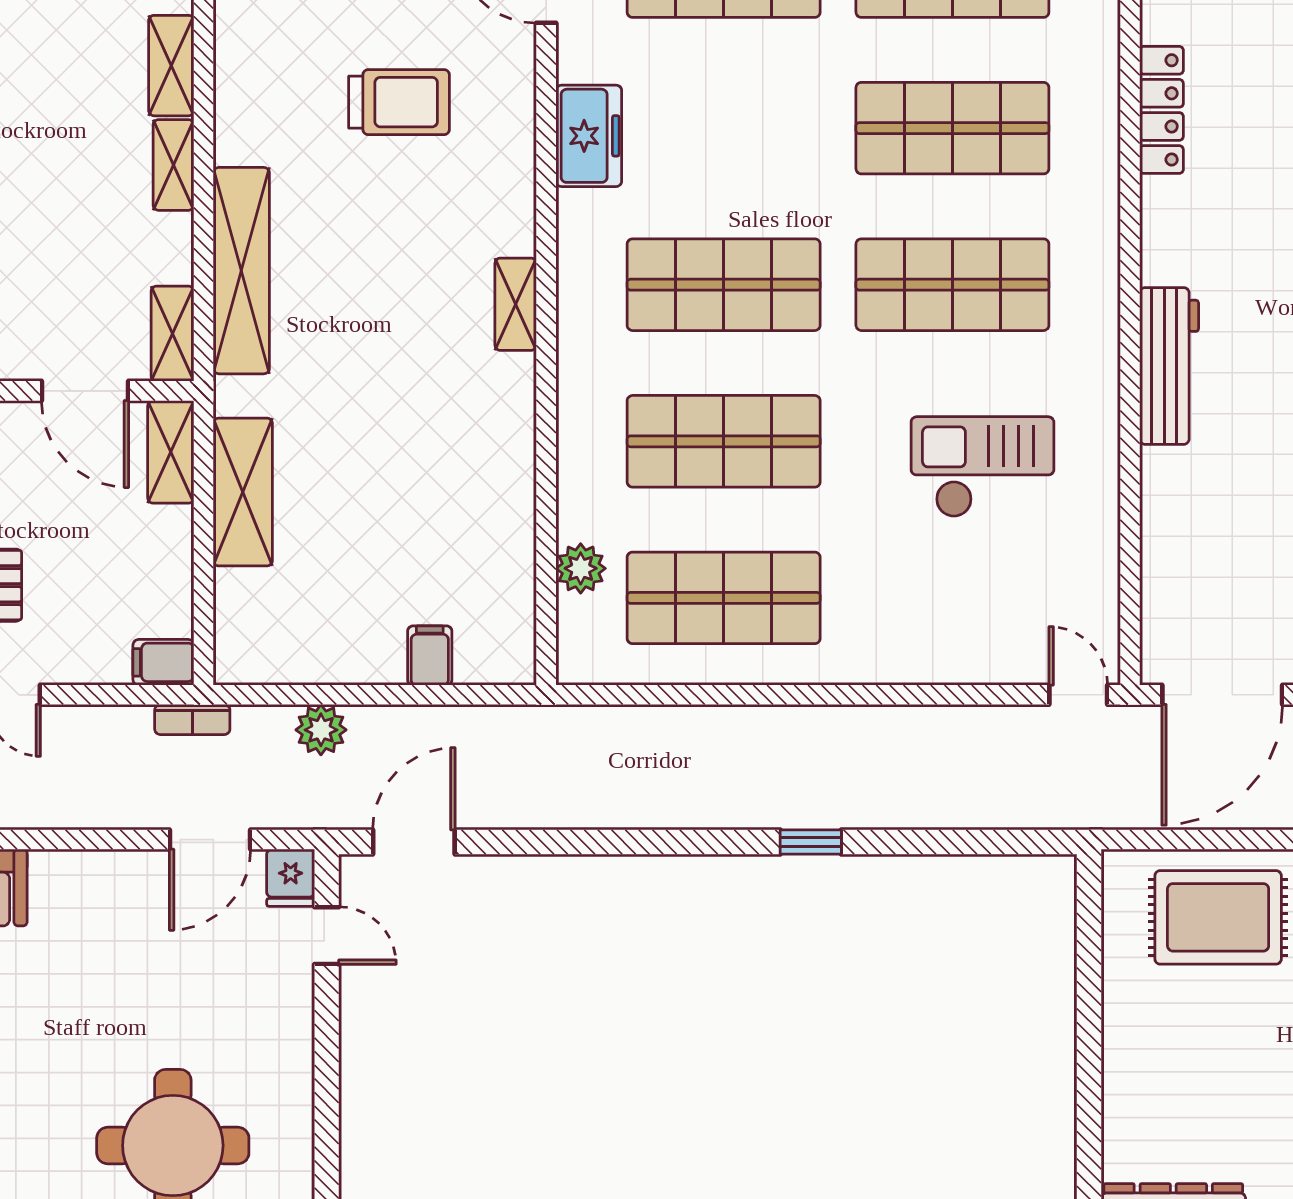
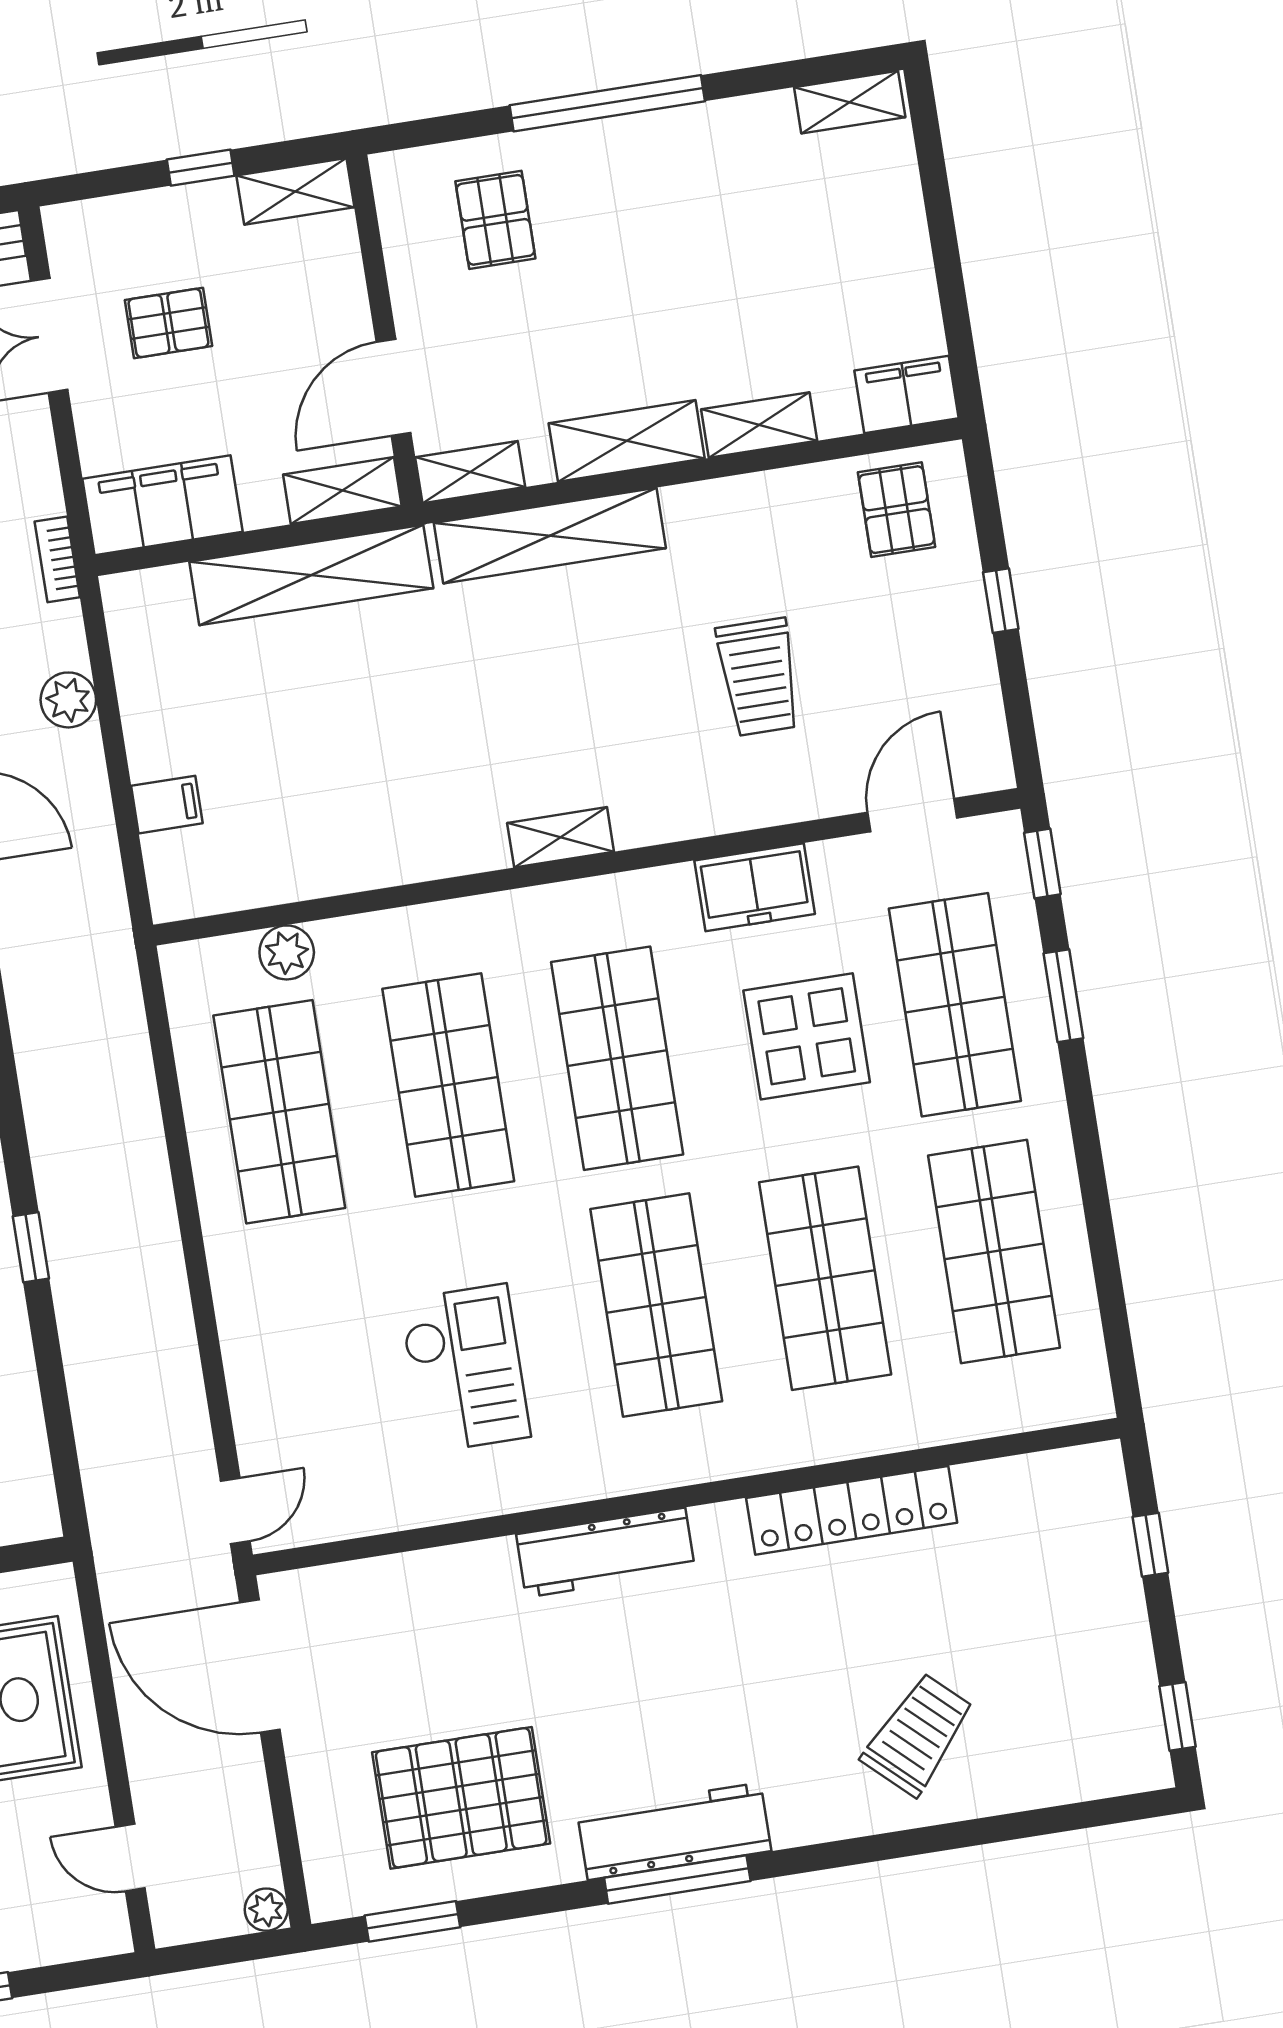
display table: (731, 110) -> (807, 1036), added
locker: (1162, 110) -> (852, 1510), width x1.41, depth x1.21
shelving: (174, 165) -> (627, 441), width x1.50, depth x1.33
shelving: (243, 492) -> (311, 575), width x1.47
filing cabinet: (163, 662) -> (162, 505), width x3.00, depth x1.17

